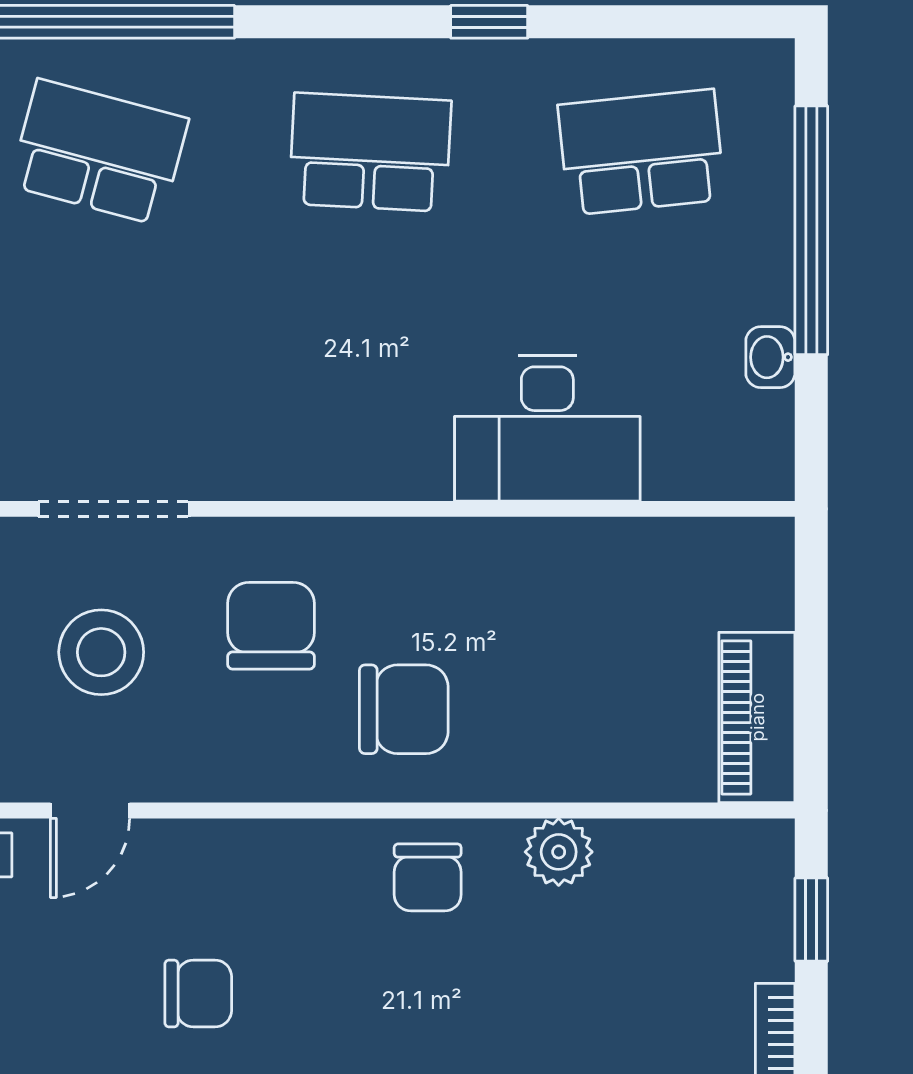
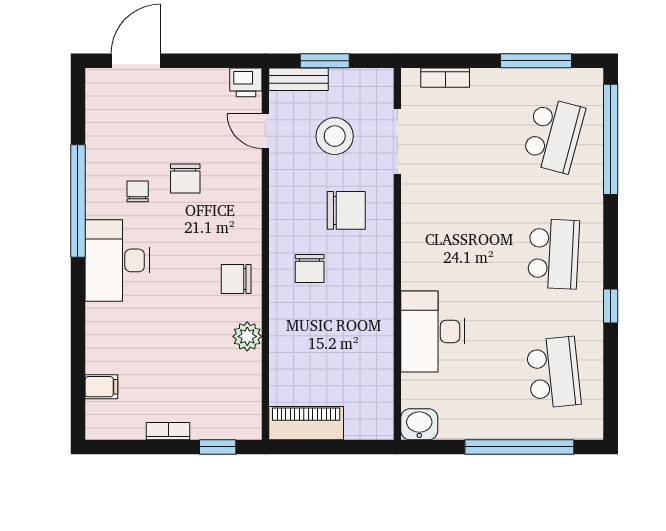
washbasin: (770, 357) -> (419, 424), moved, width x1.38, depth x1.45
chair: (404, 709) -> (310, 269), width x0.73, depth x0.73

